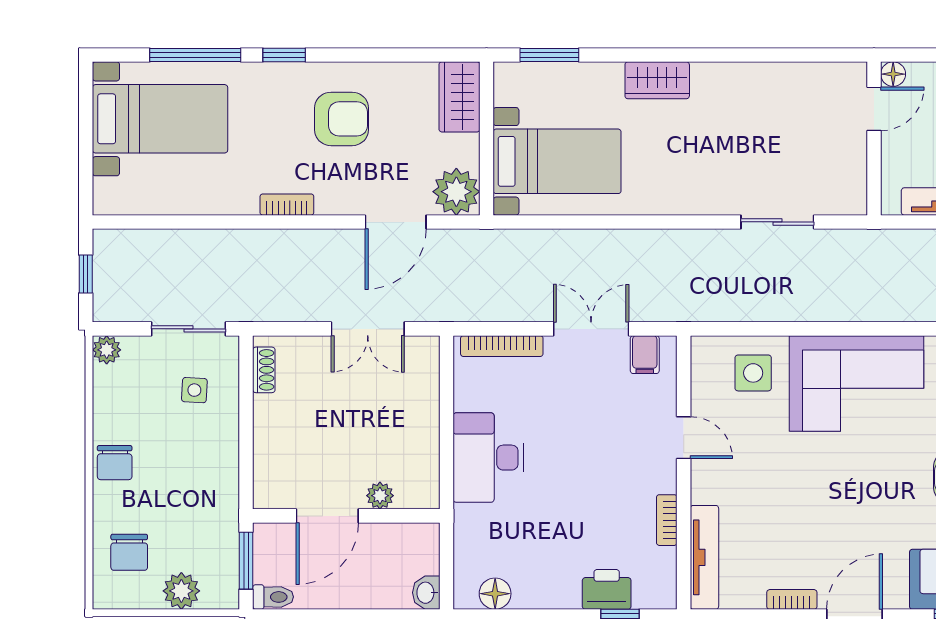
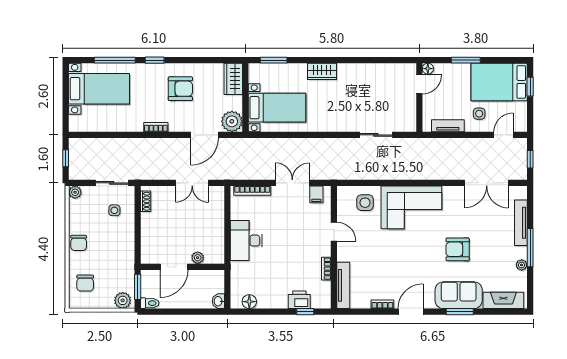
plant: (181, 591) -> (123, 300), moved

